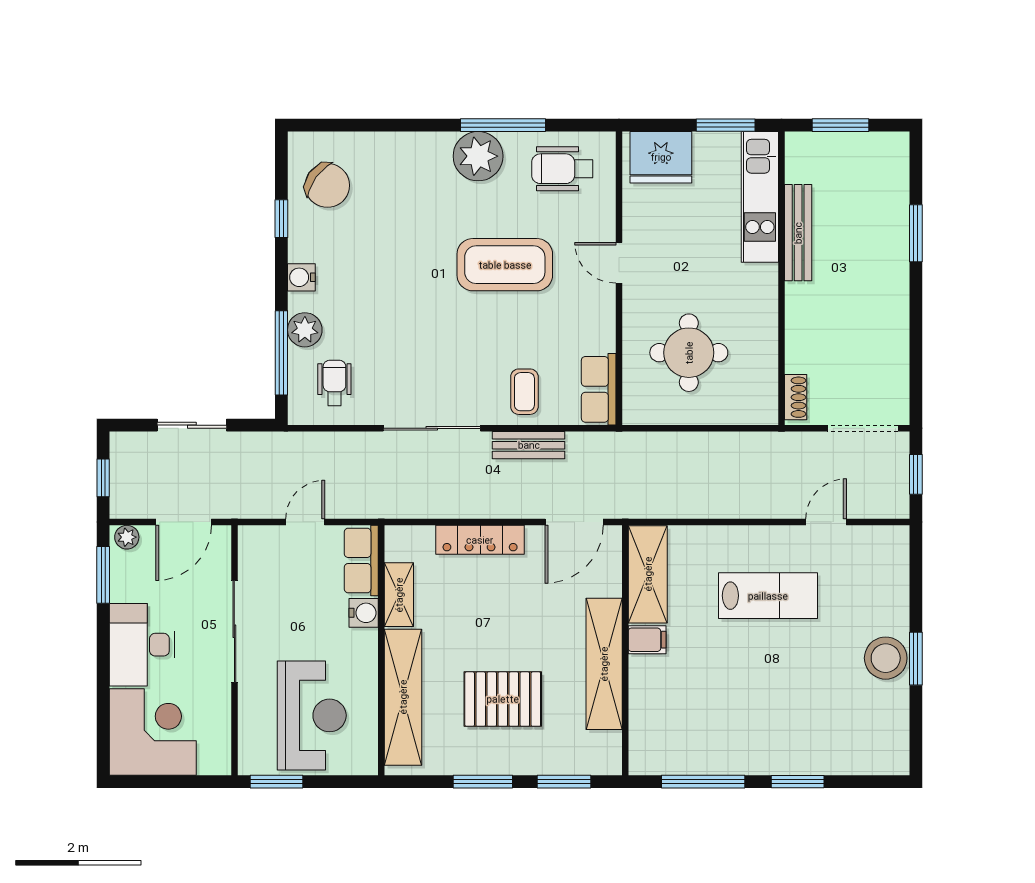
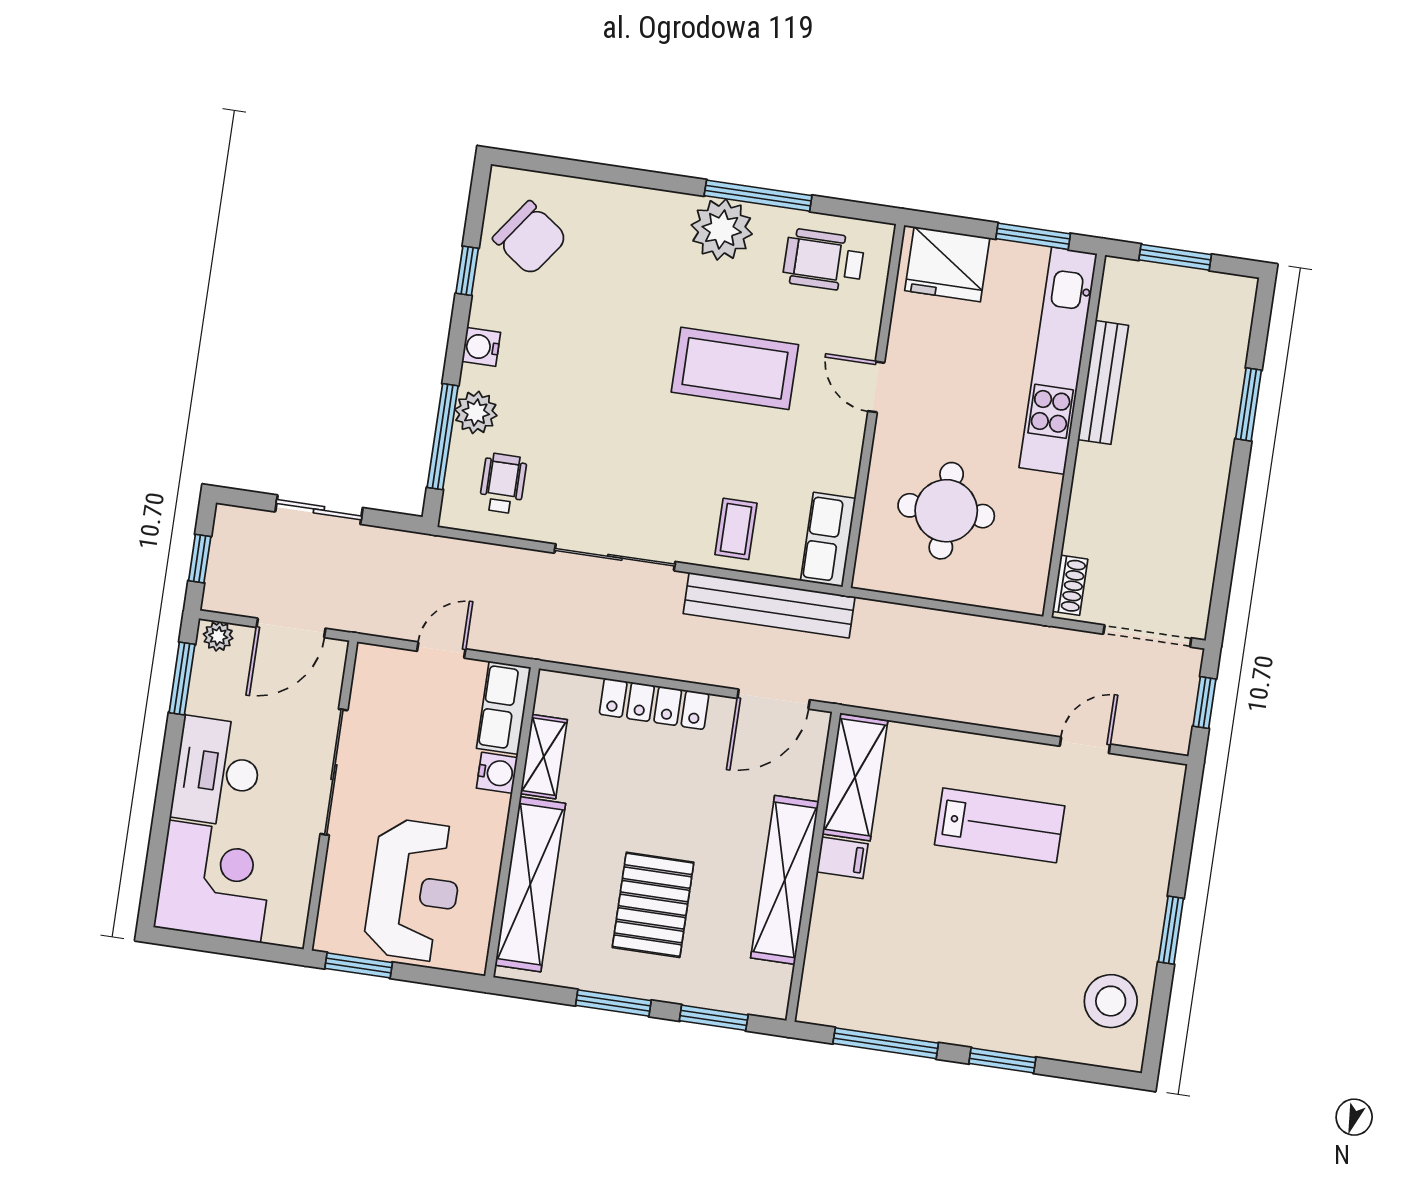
kitchen unit: (760, 197) -> (1058, 361), width x1.36
bench: (529, 445) -> (769, 605), width x1.86, depth x1.21
stool: (886, 658) -> (1111, 1001), moved
pallet: (503, 699) -> (653, 905), turned 90

